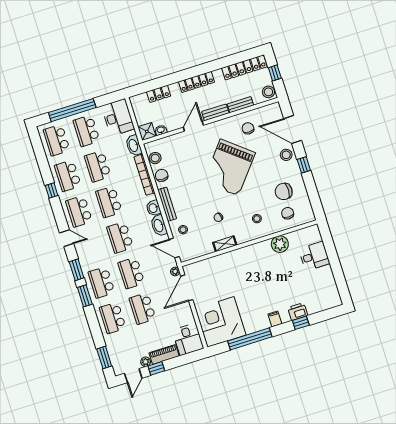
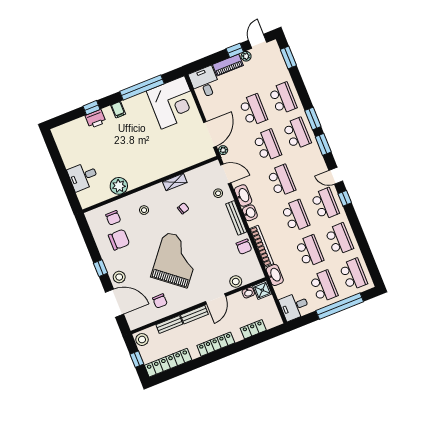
desk: (118, 117) -> (294, 306), width x0.73
stool: (155, 158) -> (236, 281), moved
window: (52, 190) -> (345, 198), moved

